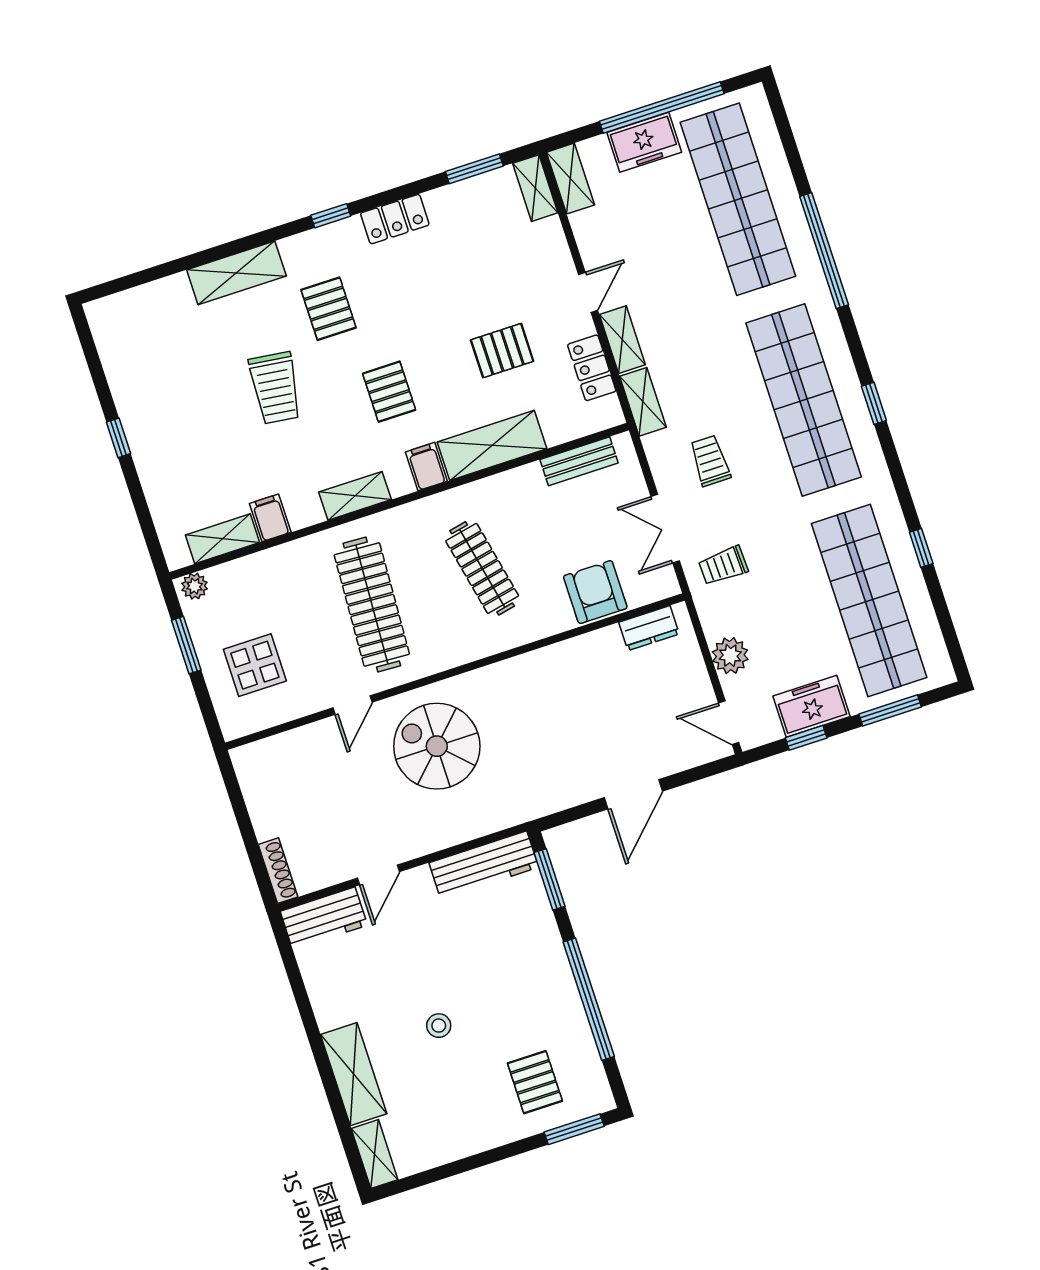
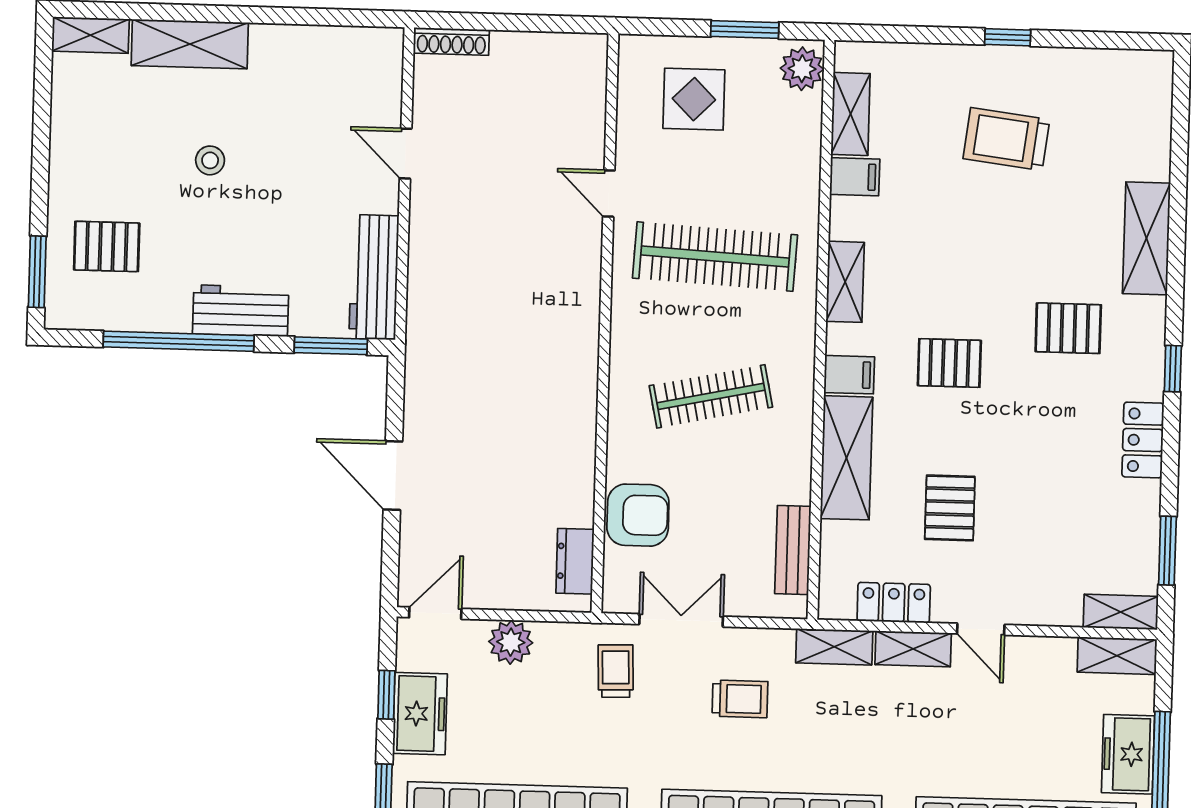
trolley: (275, 388) -> (1006, 139), moved
plant: (195, 586) -> (802, 69), width x1.38, depth x1.38
spiral stairs: (437, 746) -> (528, 272), removed
workbench: (324, 918) -> (241, 311), moved, turned 90

